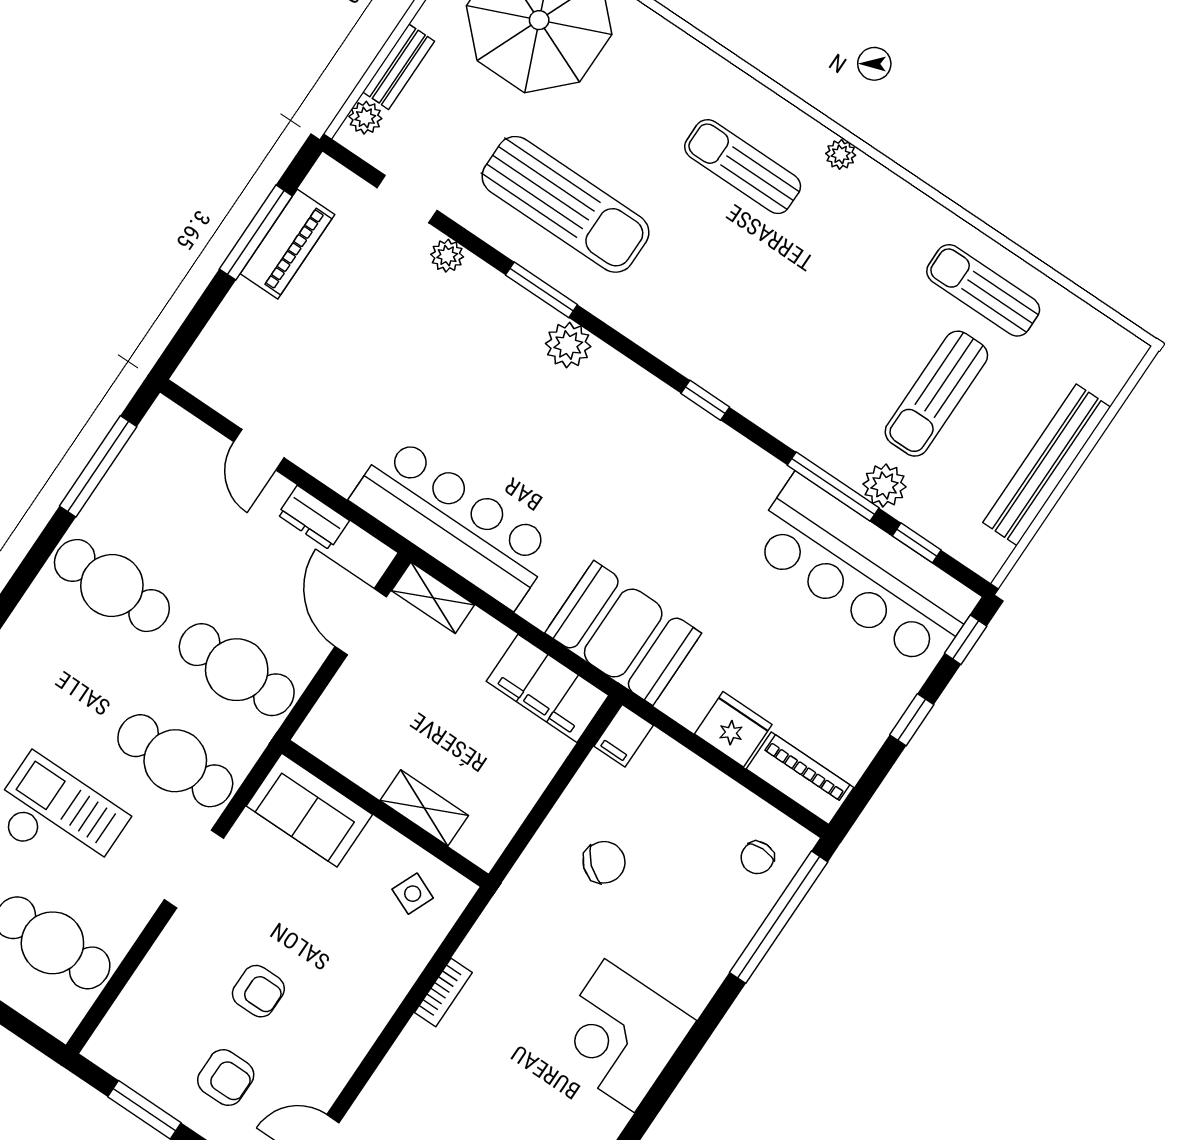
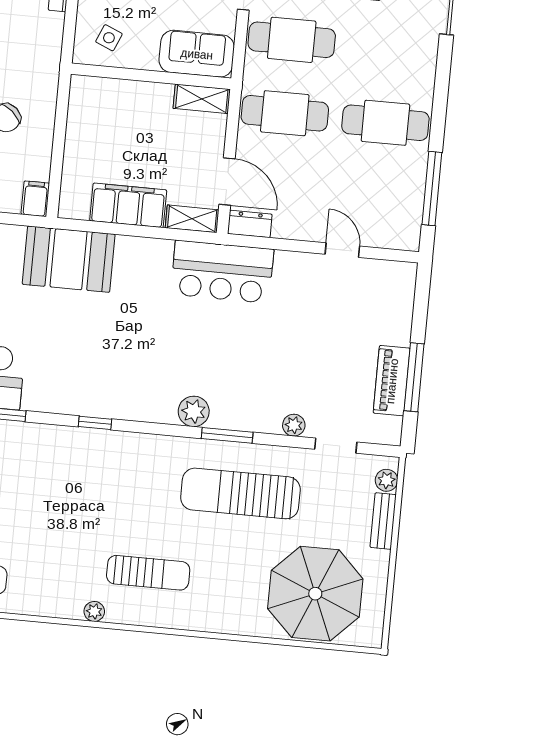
dresser: (313, 518) -> (250, 224), moved
bar counter: (454, 522) -> (222, 272), width x0.73
filing cabinet: (547, 688) -> (128, 205), moved
shelving: (424, 808) -> (202, 99), moved

